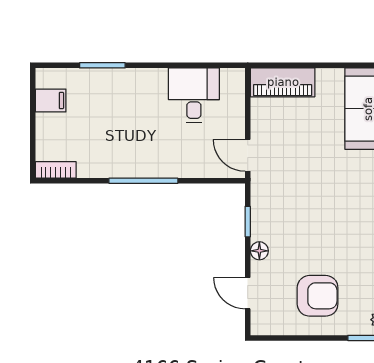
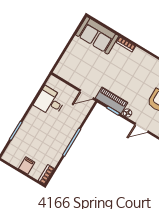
piano: (283, 82) -> (112, 100), moved, turned -90
filing cabinet: (51, 100) -> (27, 165), moved

